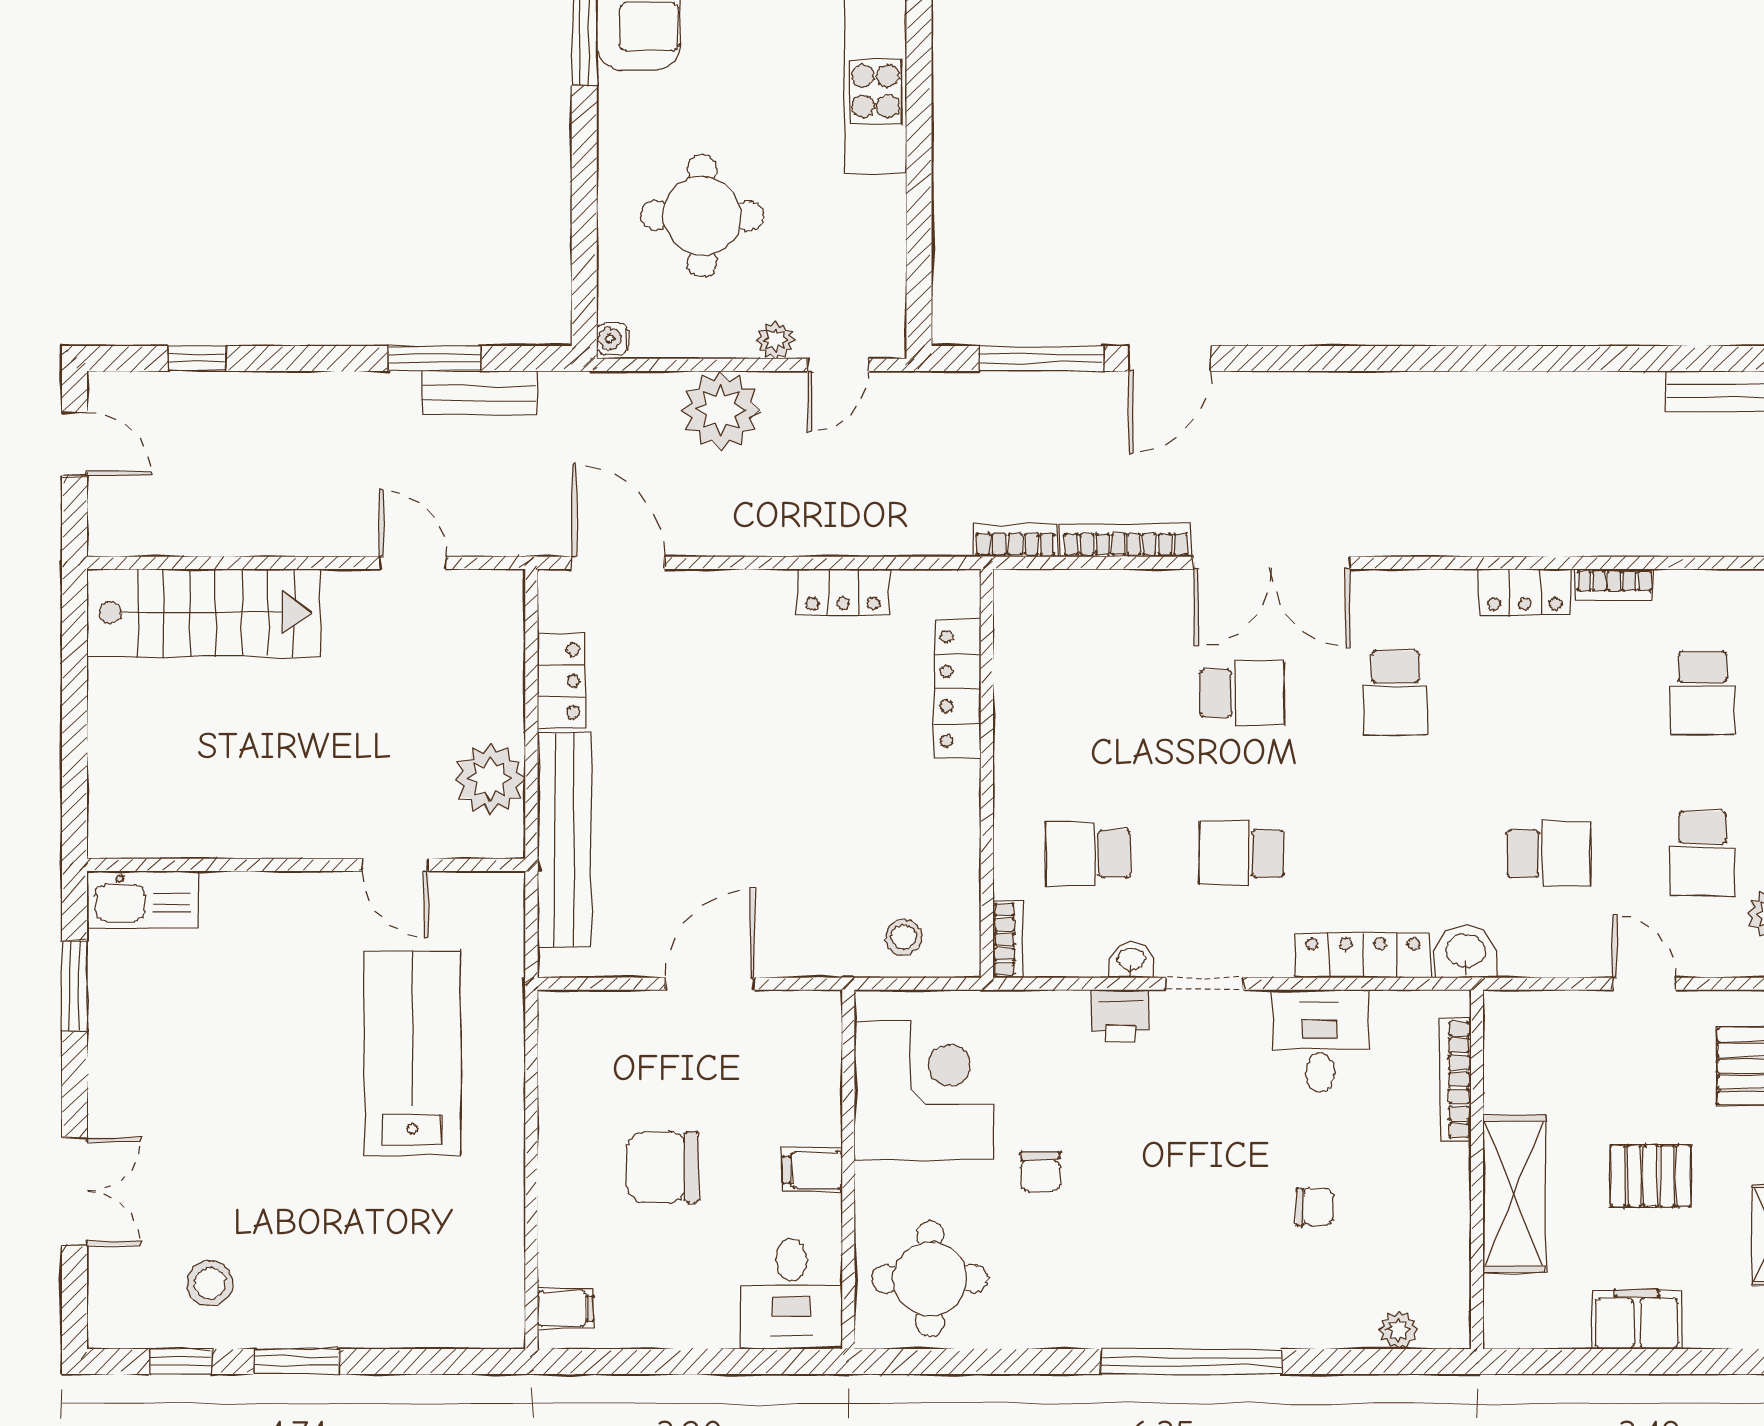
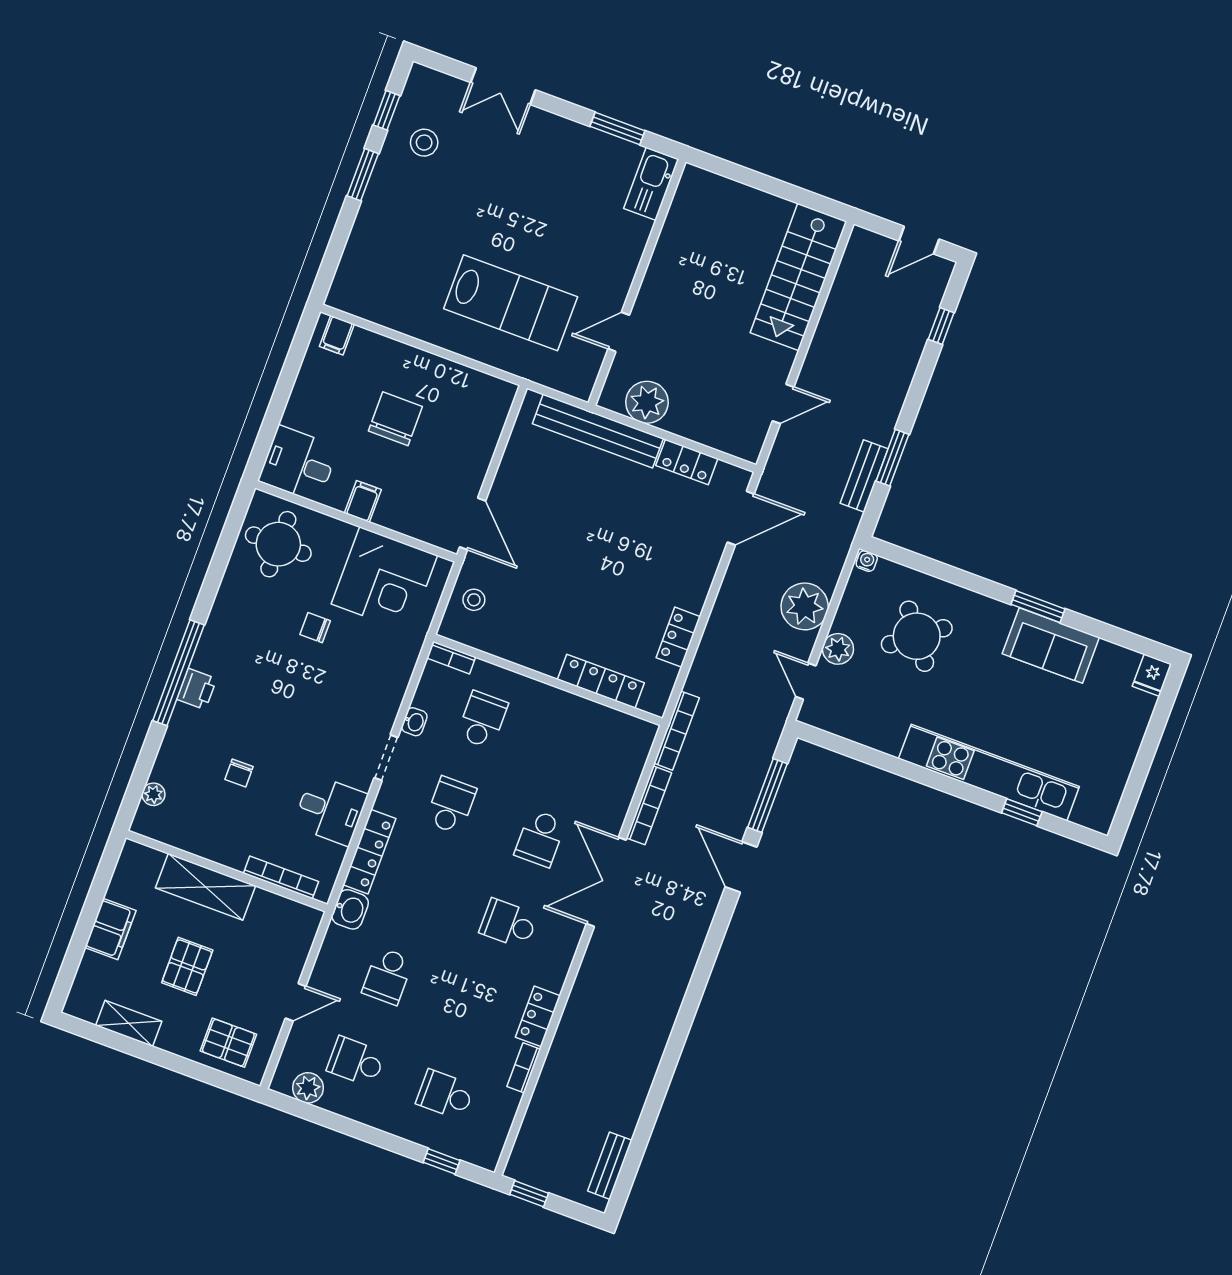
round table: (702, 216) -> (917, 636), turned -37
plant: (775, 340) -> (838, 649), width x1.38, depth x1.38
bookcase: (1015, 540) -> (677, 731), width x1.56
door: (710, 984) -> (473, 524), moved
printer: (1120, 1015) -> (197, 689), moved, turned 180

